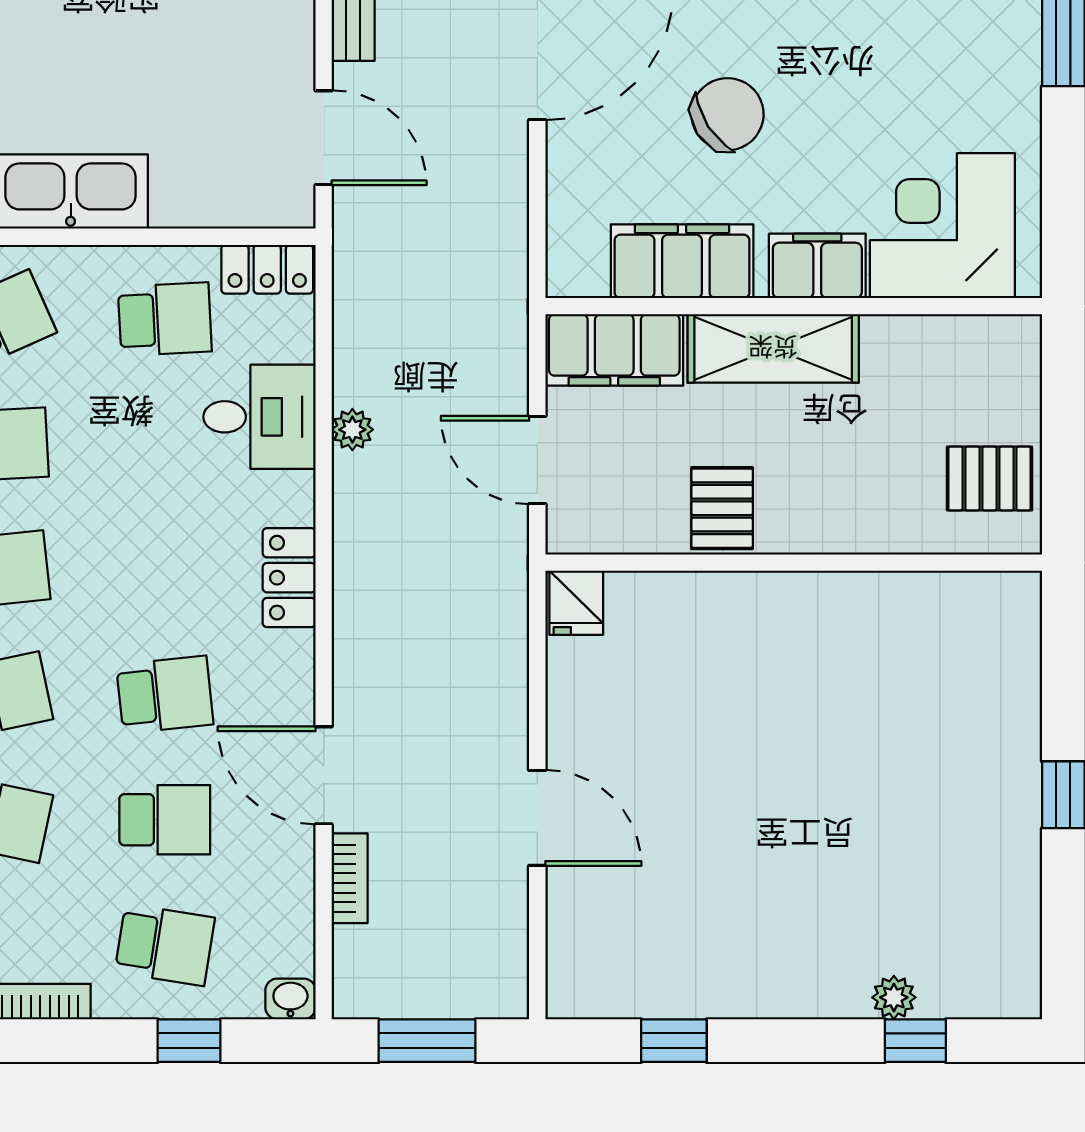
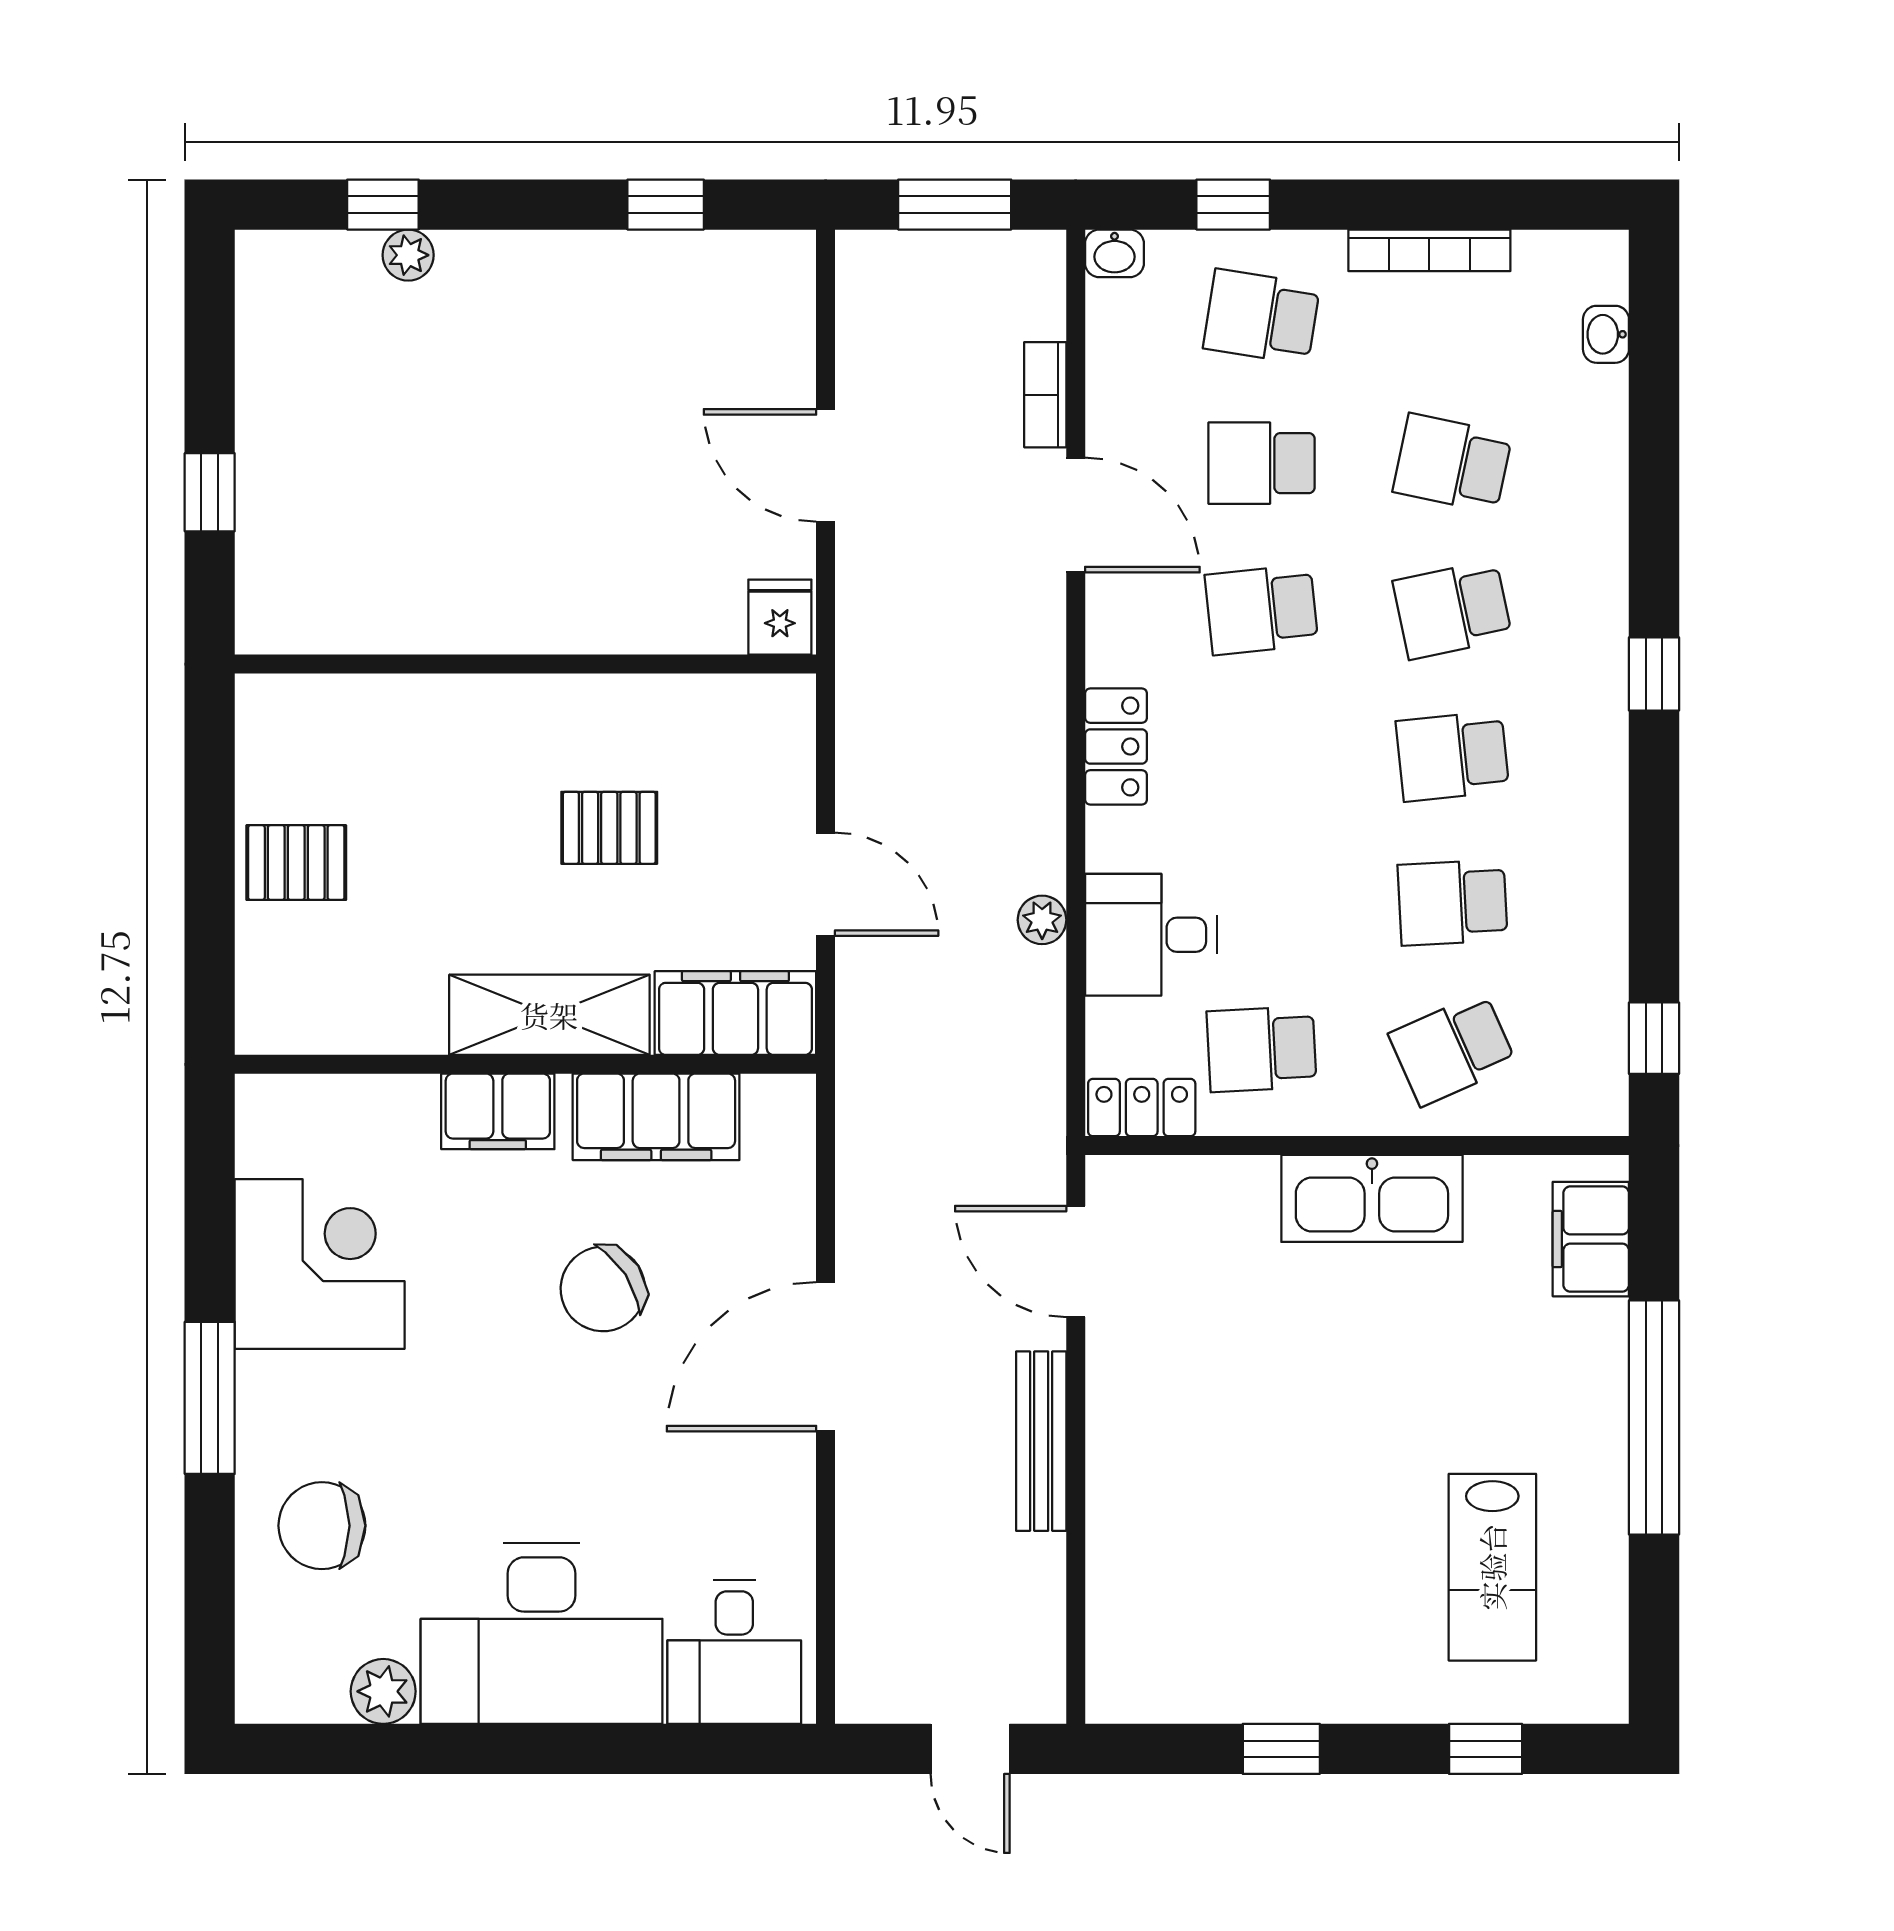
corner desk: (942, 226) -> (320, 1264), moved, turned -90
pallet: (722, 508) -> (609, 828), turned 90
wall: (794, 563) -> (525, 664), moved
fridge: (576, 603) -> (780, 617), moved

